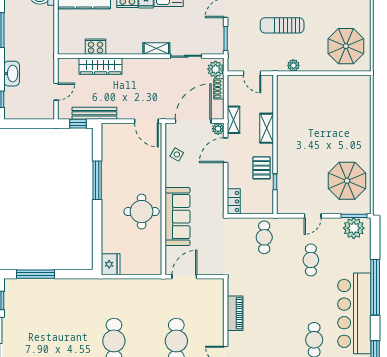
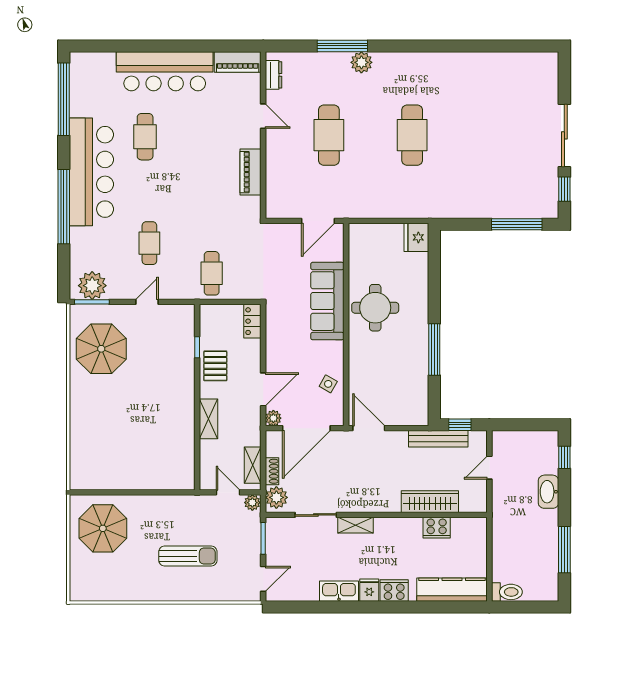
plant: (293, 65) -> (252, 503), moved
shelving: (233, 120) -> (253, 465), moved

